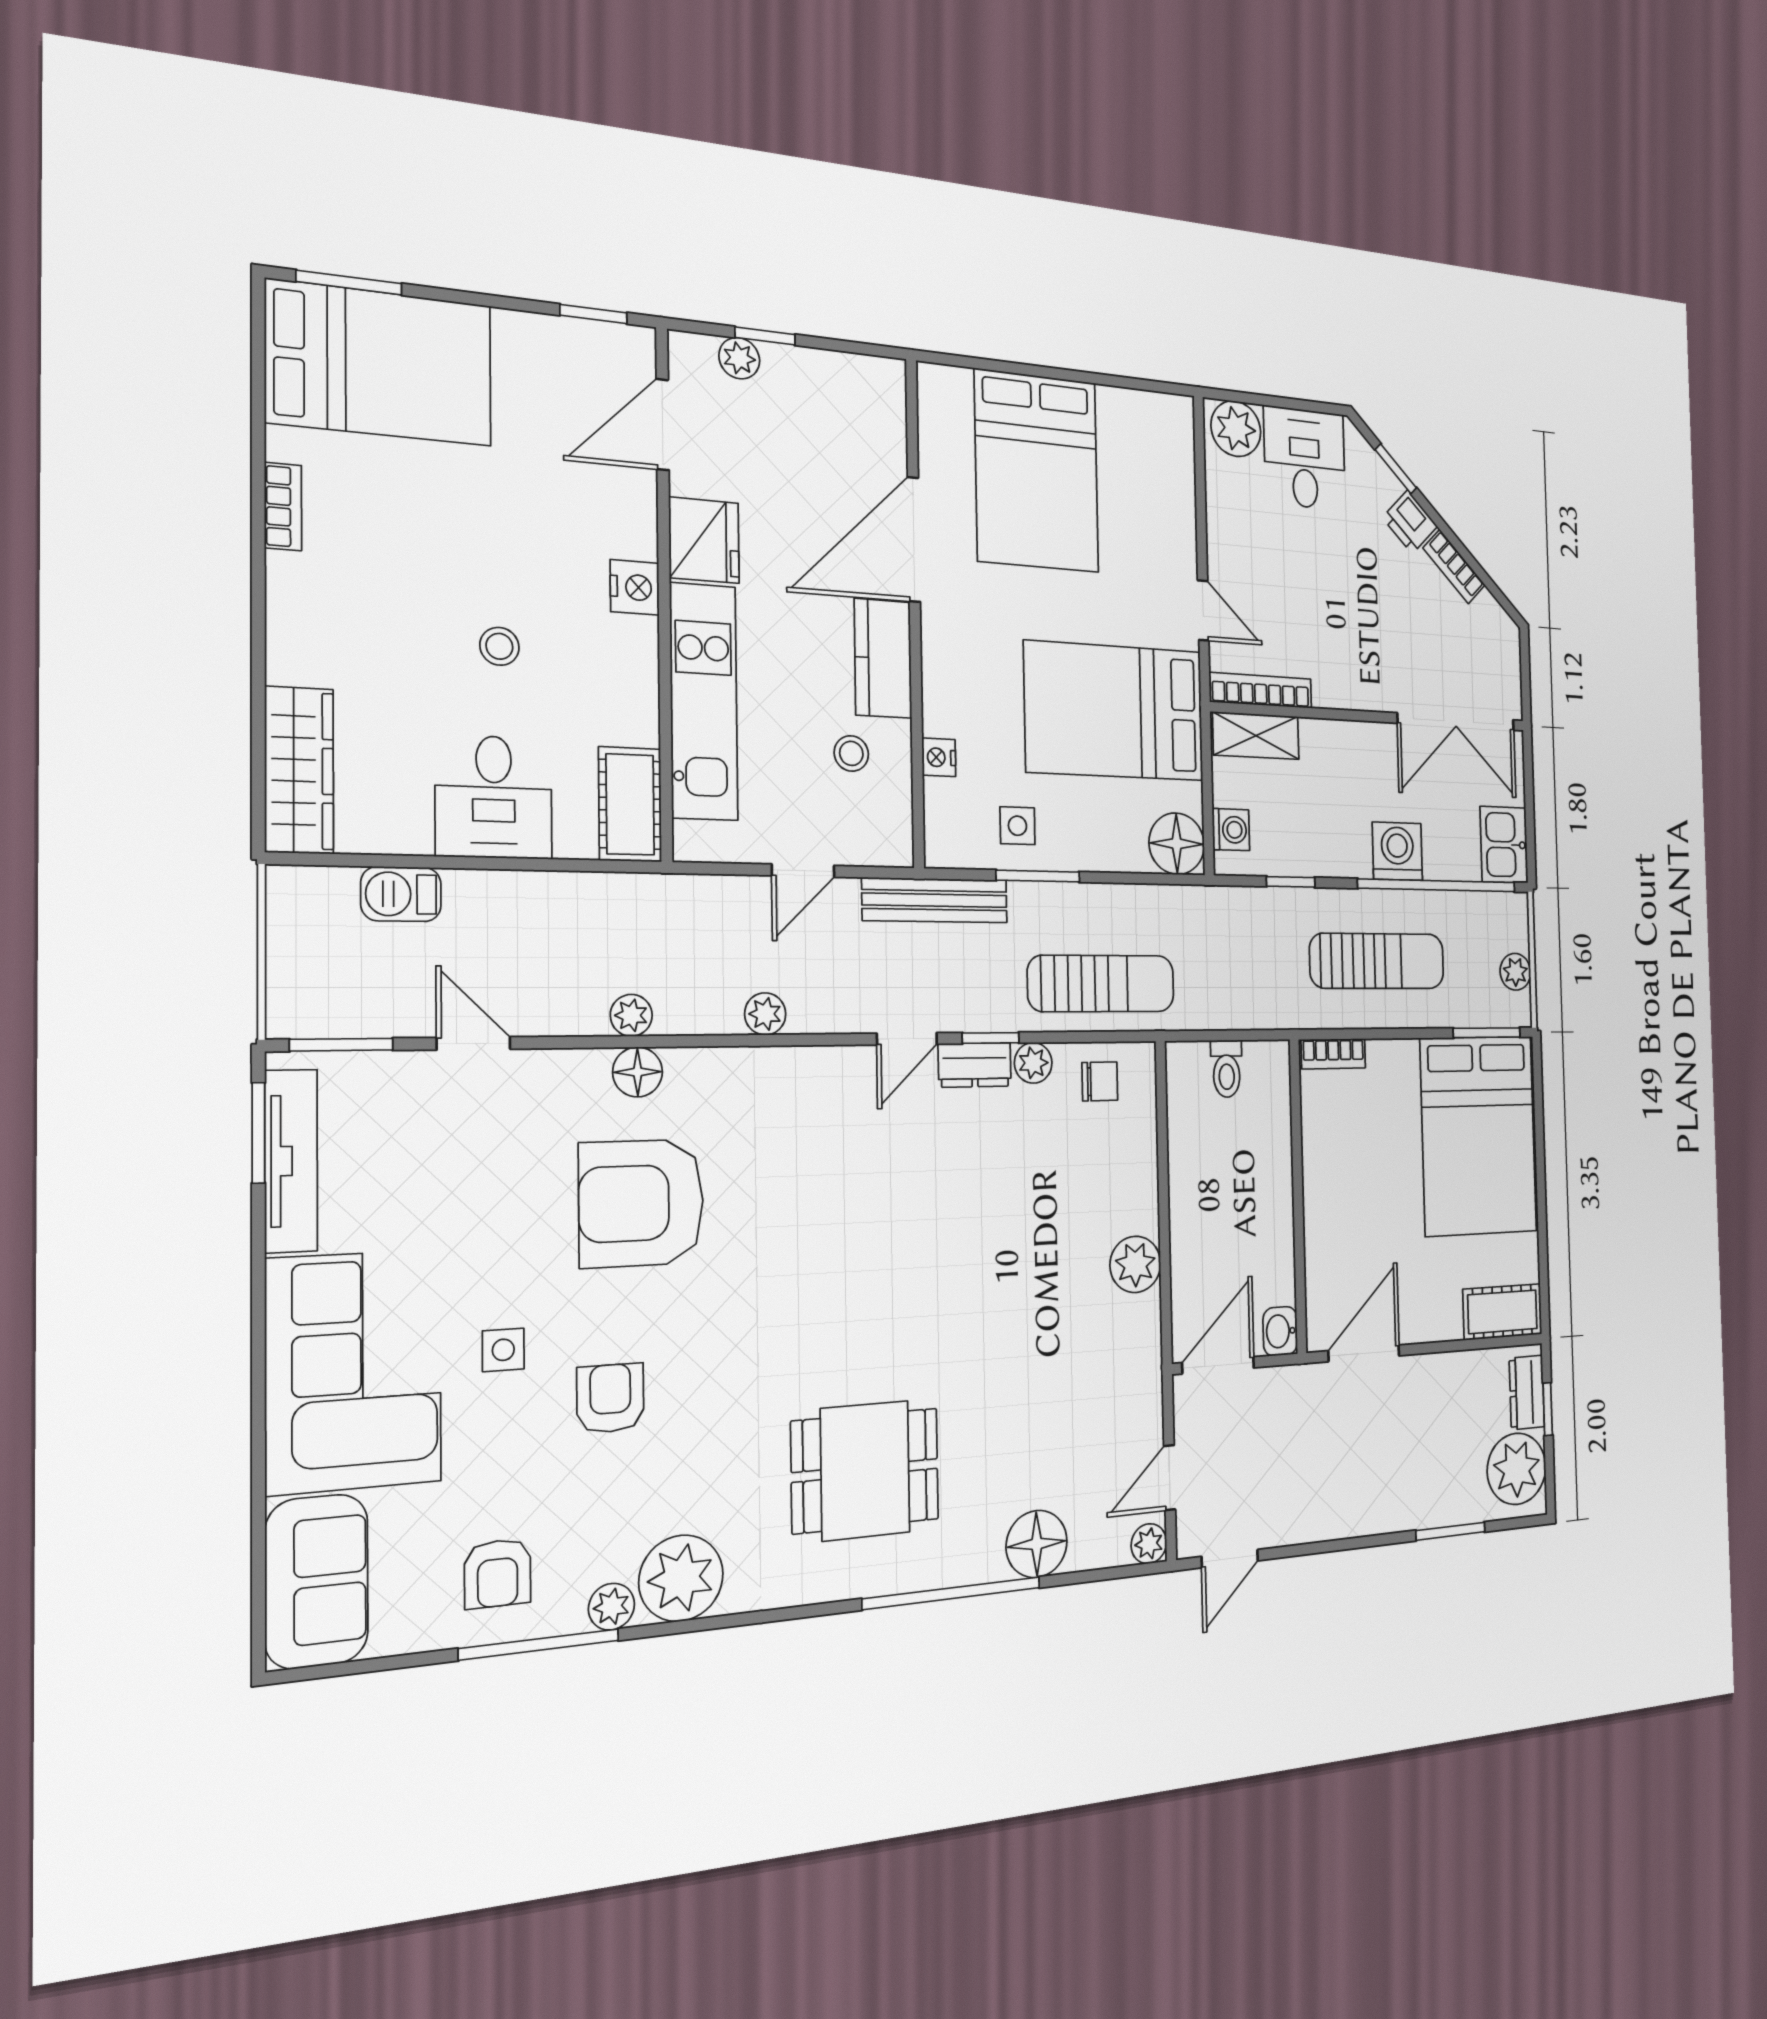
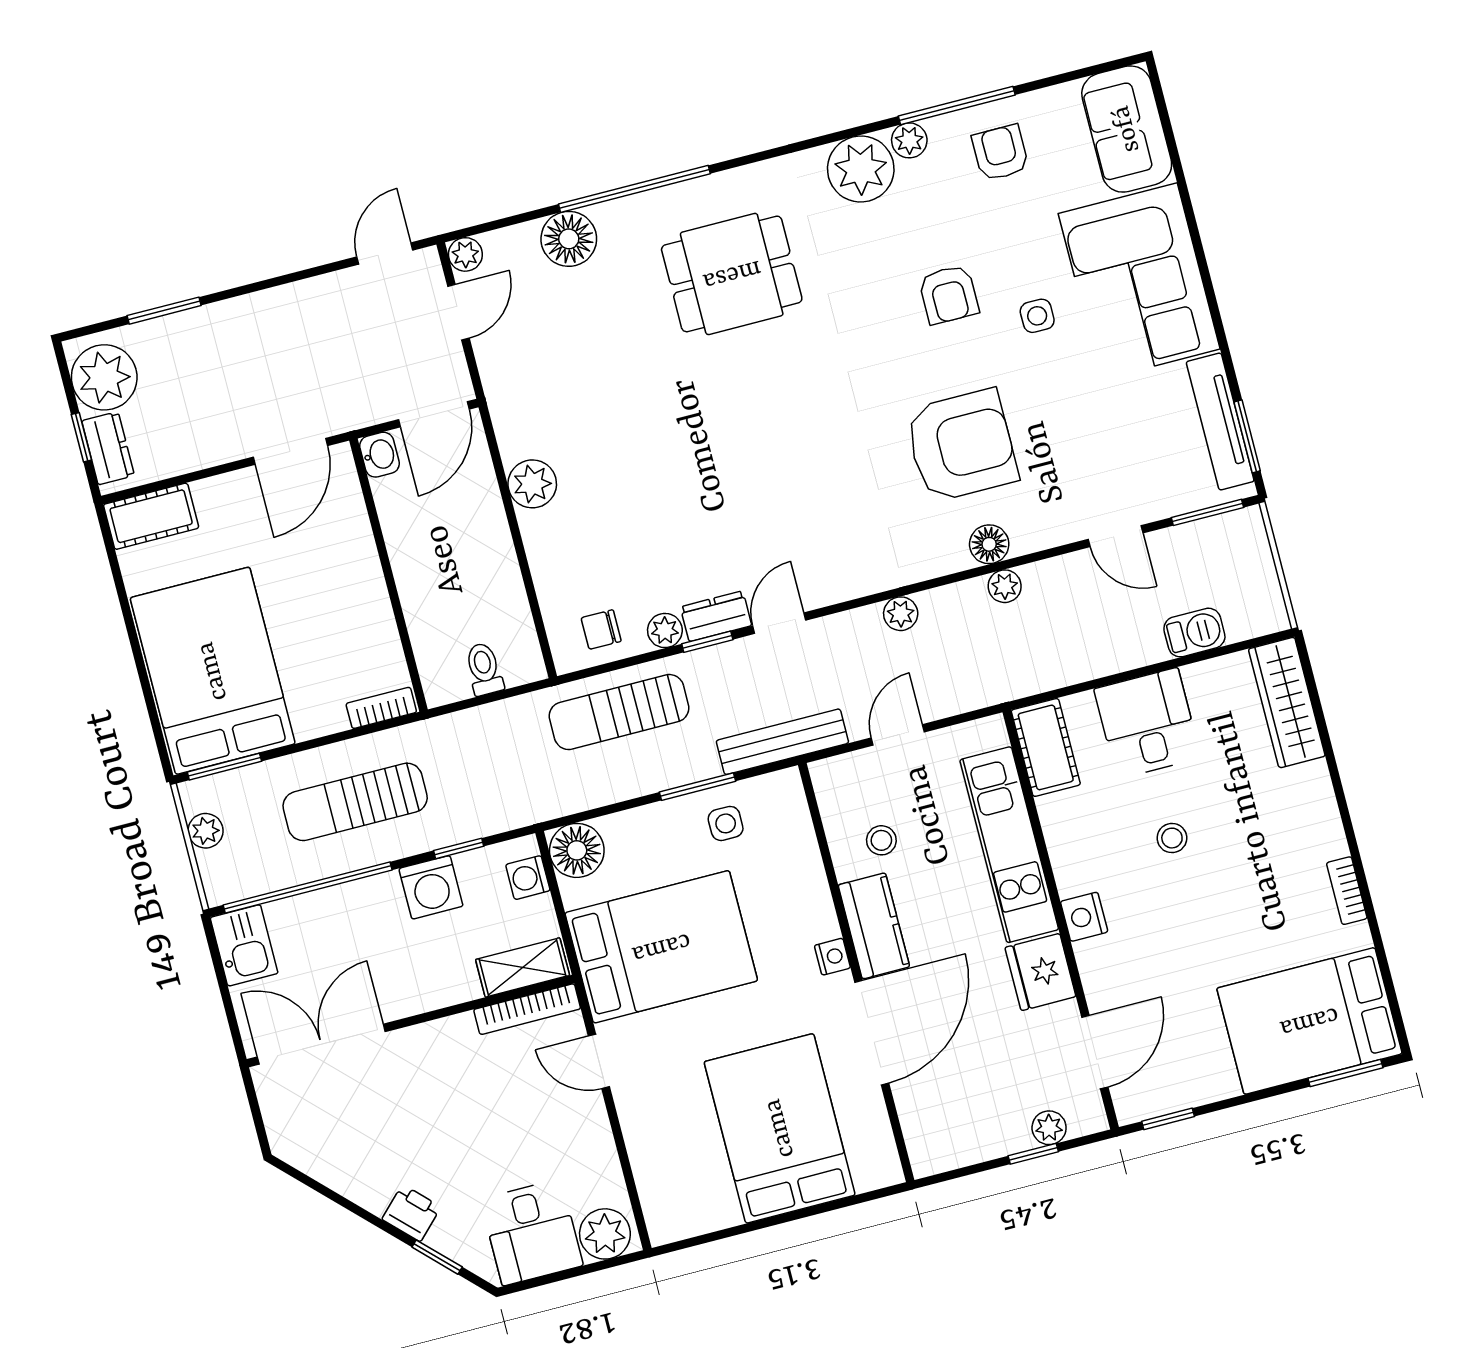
bookcase: (1454, 567) -> (356, 1188), removed
nightstand: (939, 757) -> (832, 957), moved
washing machine: (1397, 851) -> (431, 887), moved

